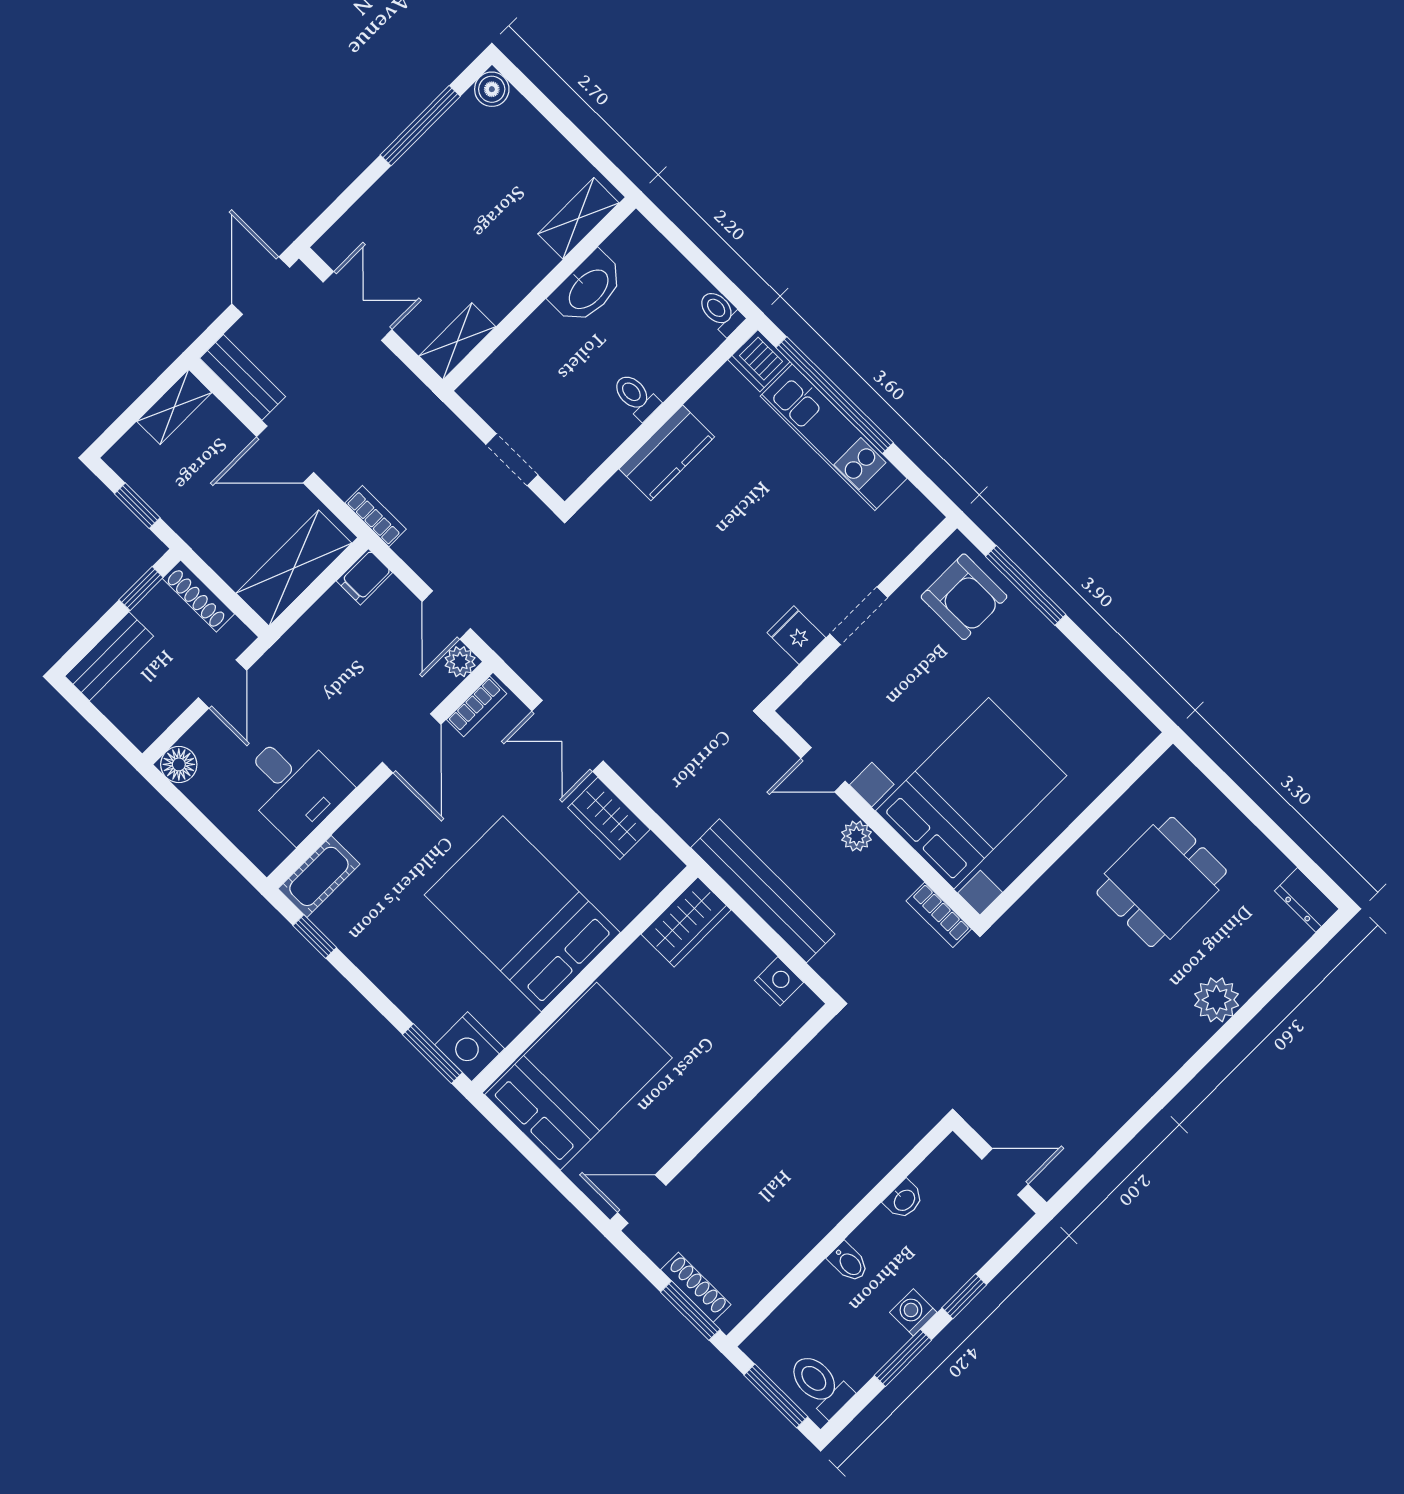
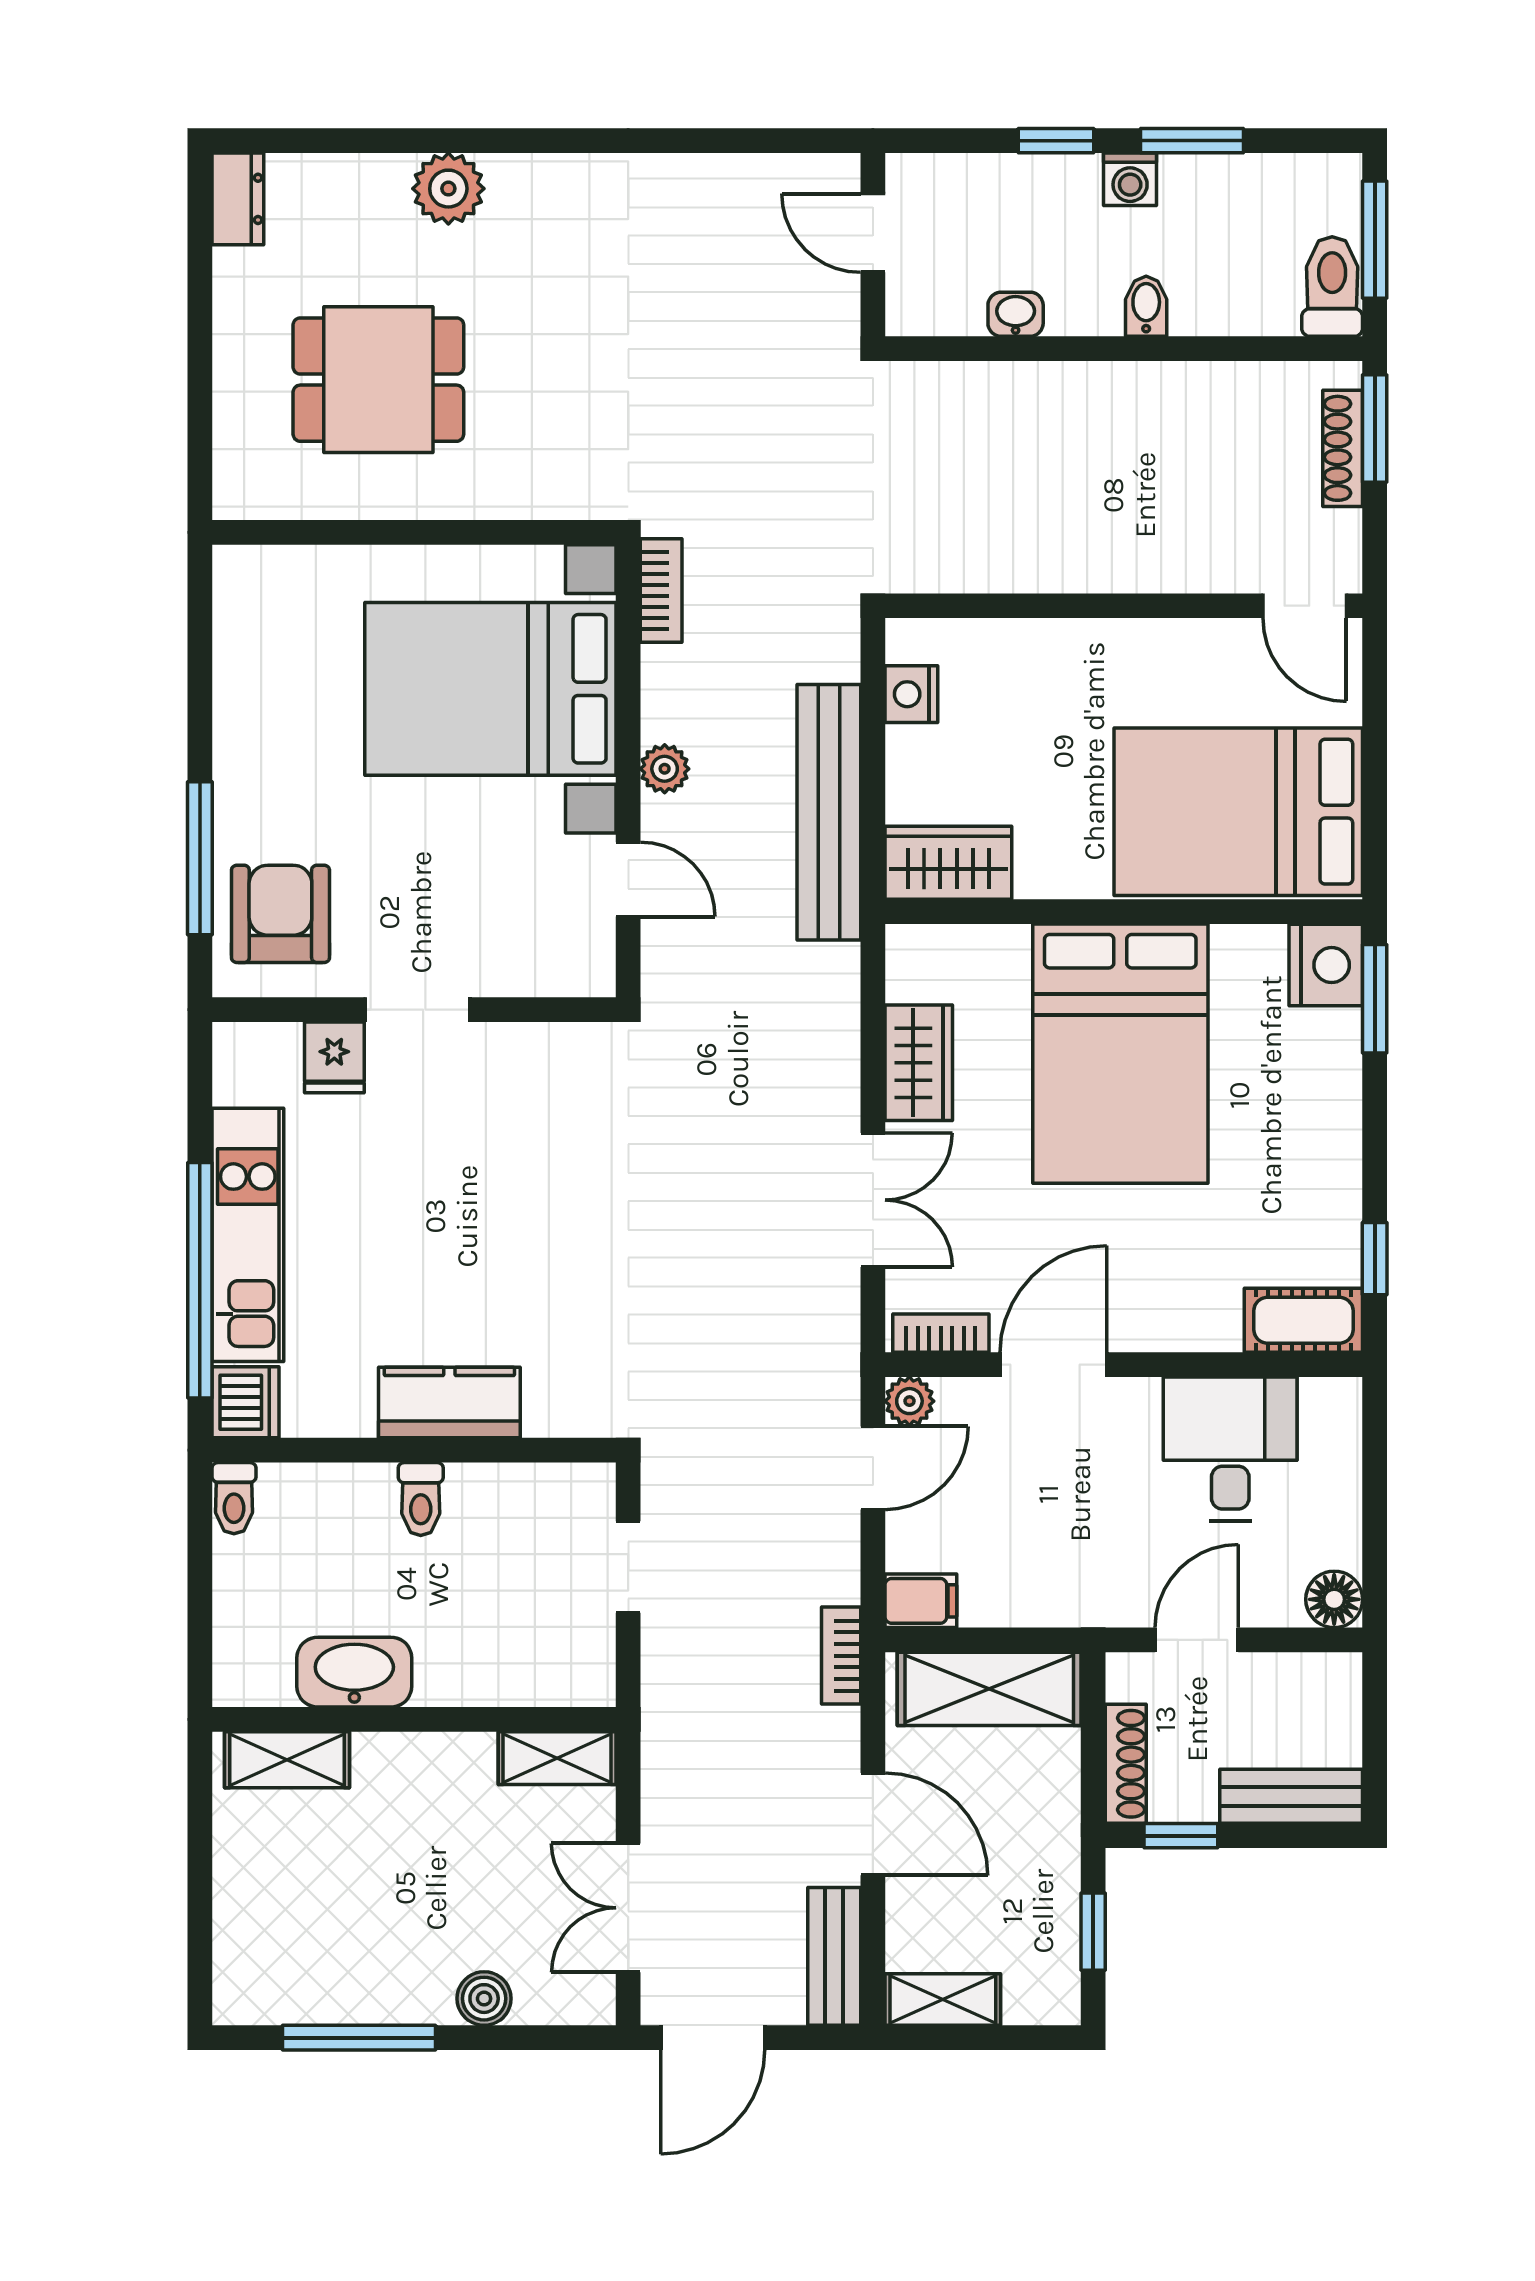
boiler: (492, 89) -> (484, 1999), moved
fridge: (796, 635) -> (334, 1057), moved
toilet: (820, 1385) -> (1332, 287), moved, turned 180

